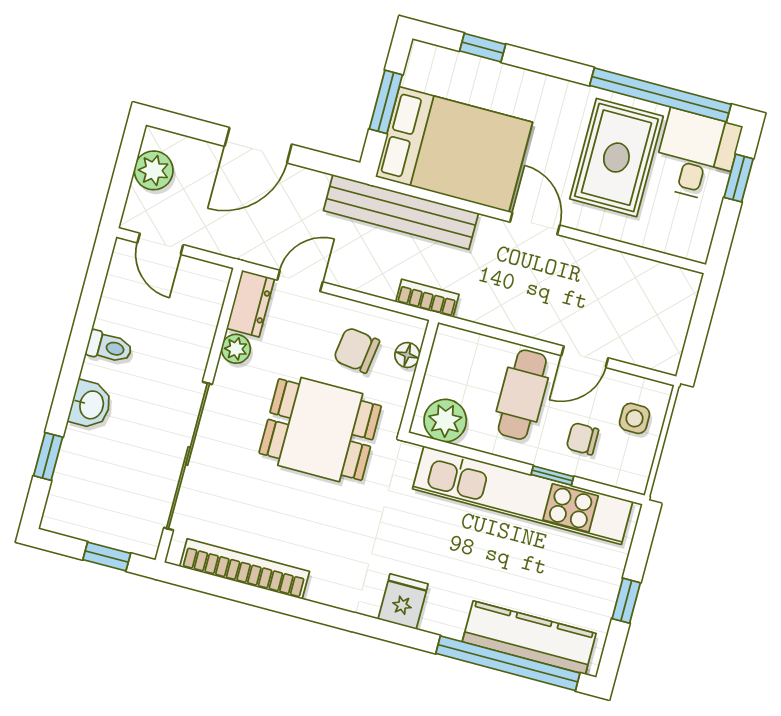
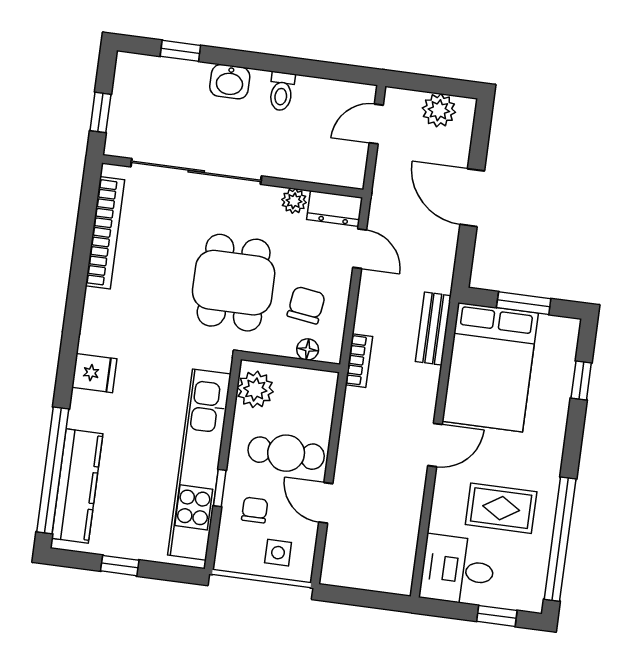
desk: (697, 156) -> (458, 570), moved, turned 180
rug: (616, 158) -> (501, 508), width x0.73, depth x0.70
bench: (401, 212) -> (433, 329), width x0.54, depth x0.82

